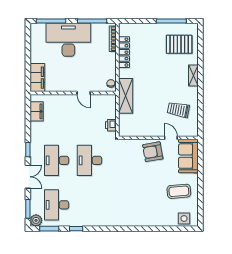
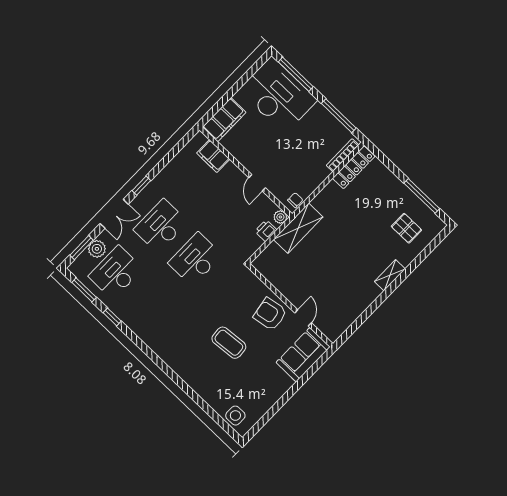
desk: (68, 40) -> (278, 95), moved
pallet: (179, 44) -> (406, 228), width x0.67, depth x0.71
locker: (124, 52) -> (354, 167), moved
plant: (112, 99) -> (280, 217), added
trolley: (178, 110) -> (339, 296), removed
filing cabinet: (37, 111) -> (213, 156), moved, turned 90
printer: (111, 125) -> (266, 231), moved
coffee table: (179, 191) -> (229, 343), moved
plant: (36, 220) -> (97, 249), moved

